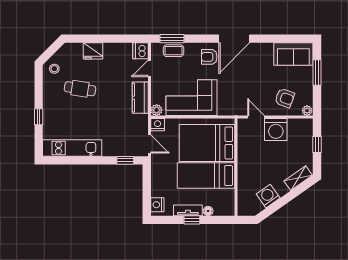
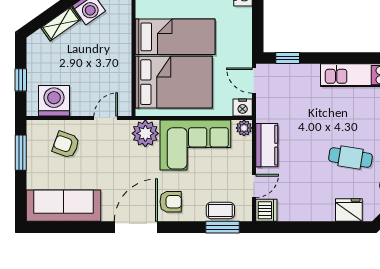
fridge: (93, 51) -> (349, 210), moved
sofa: (293, 54) -> (64, 206), width x1.36
window: (317, 73) -> (21, 153), moved
plant: (307, 111) -> (145, 133), moved, width x1.88, depth x1.88
door: (256, 117) -> (106, 118), swing flipped
washing machine: (276, 130) -> (54, 101), moved
shelving: (298, 178) -> (61, 24), moved

